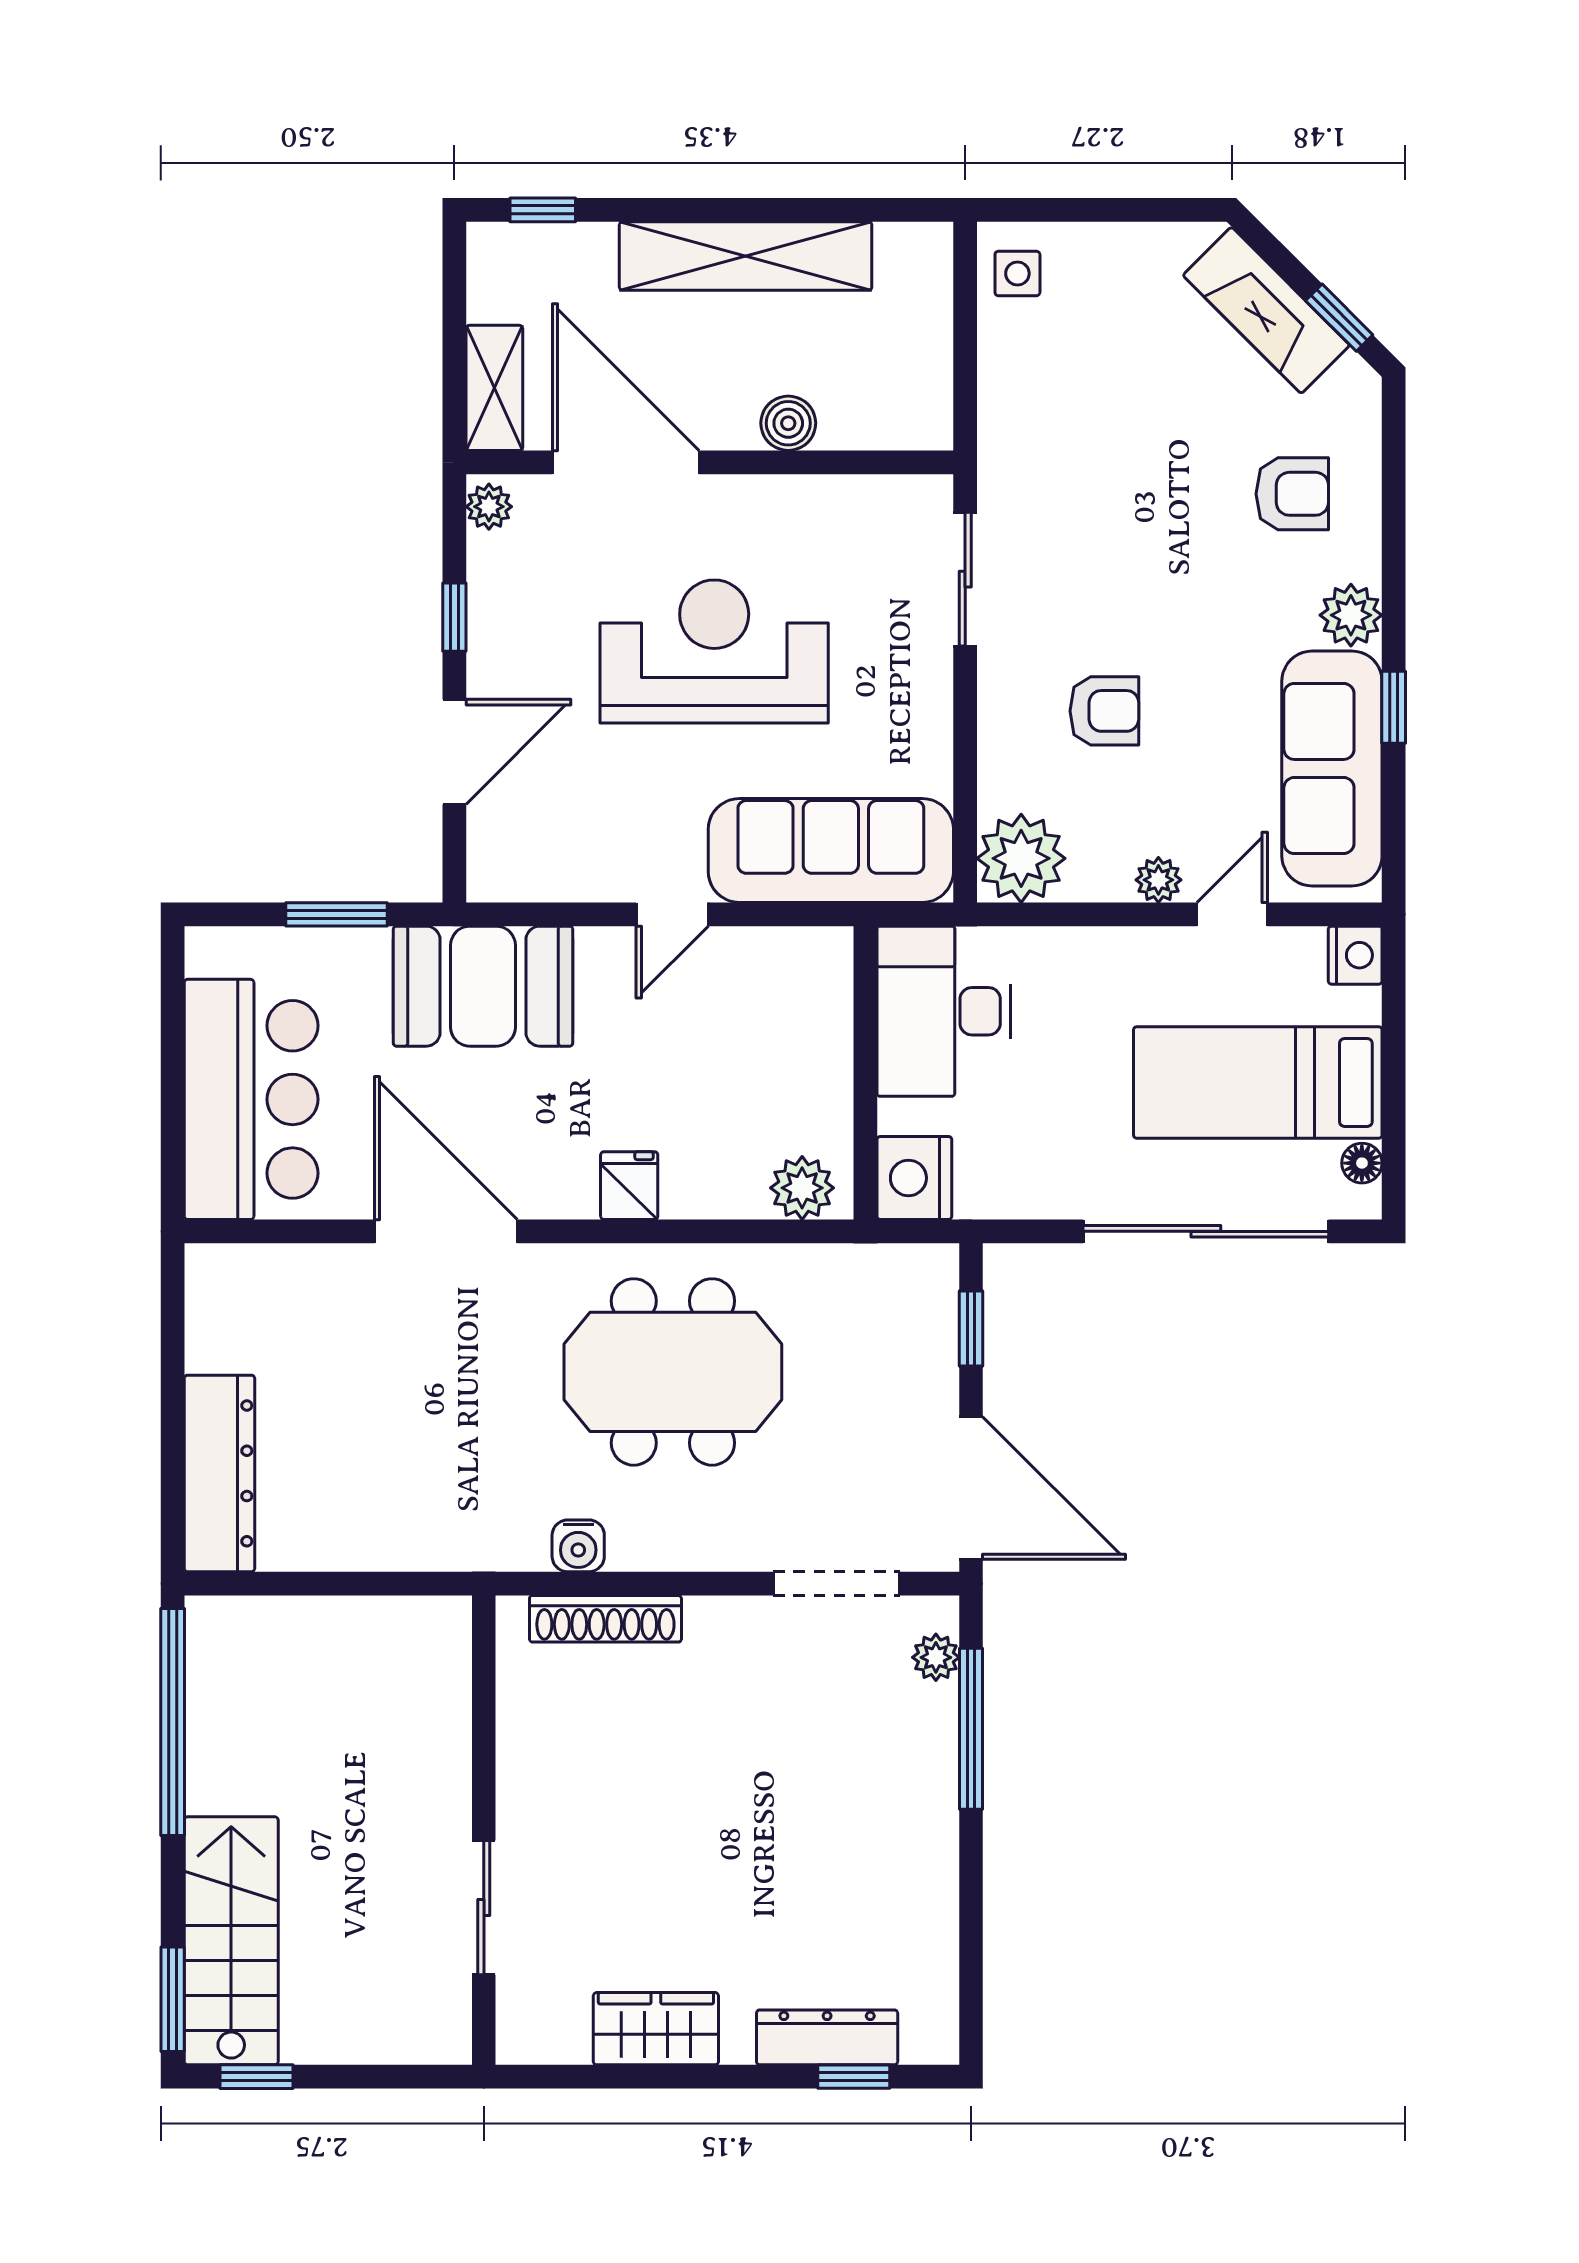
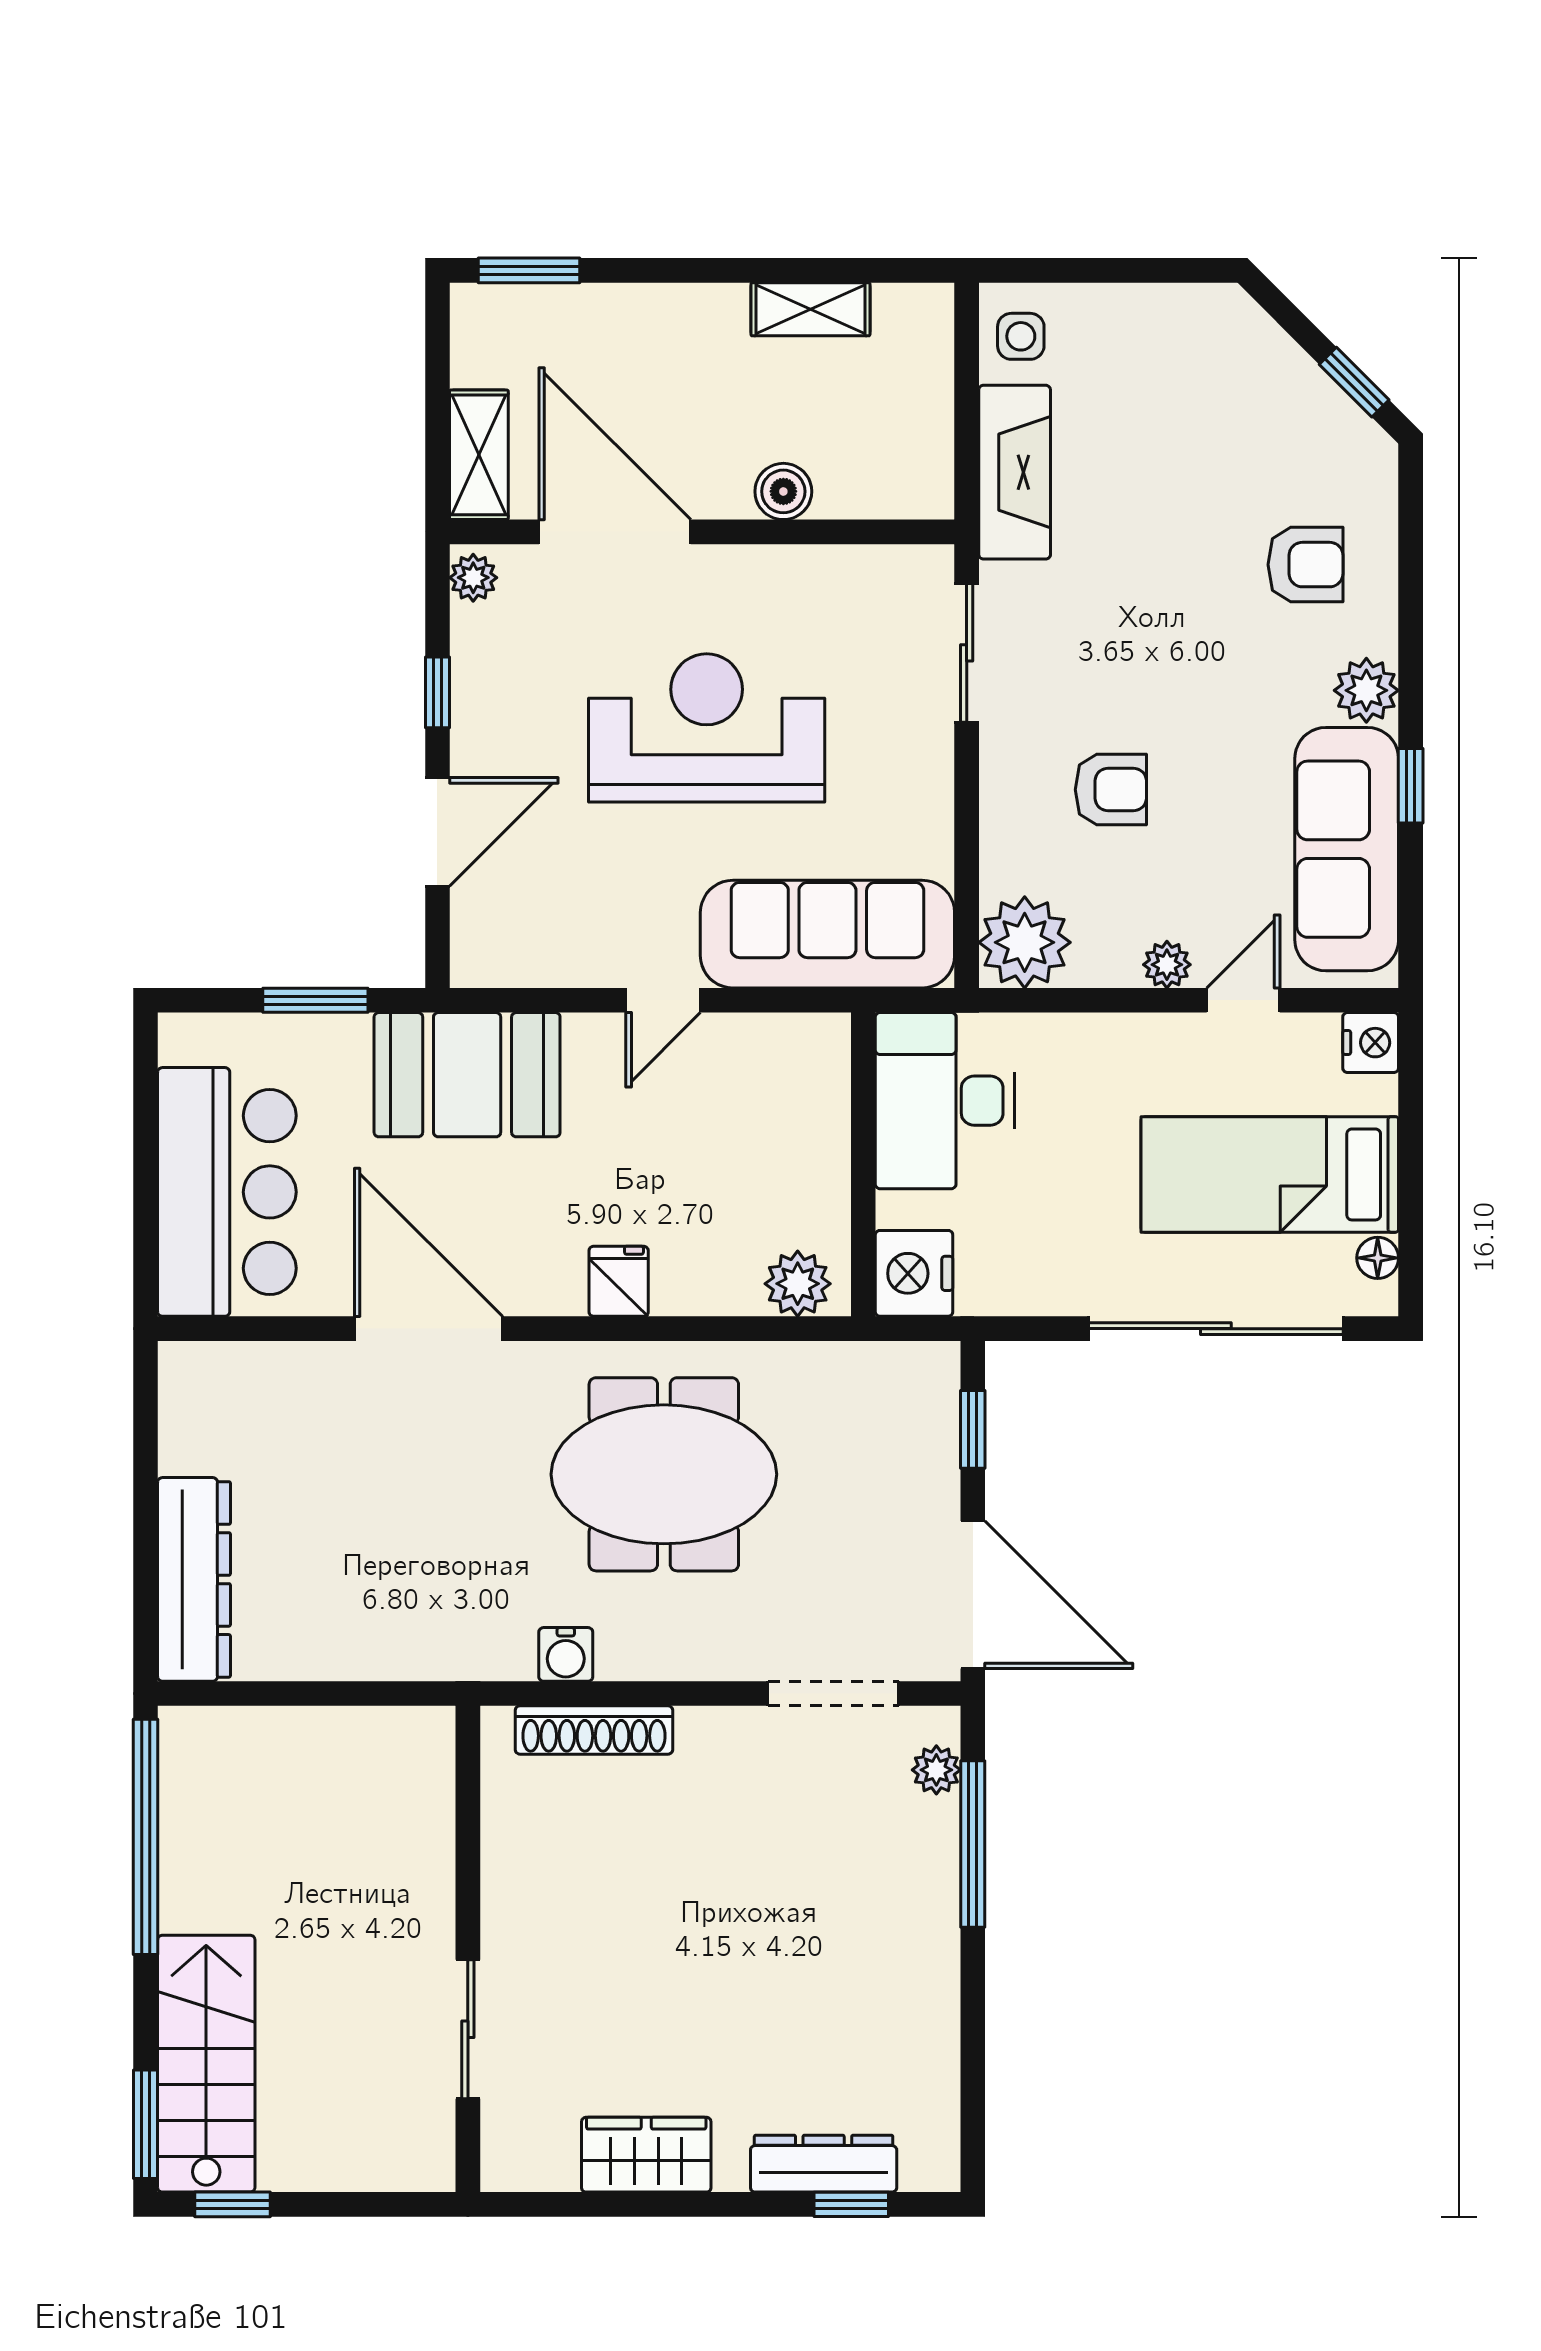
window: (543, 210) -> (529, 270), width x1.50
shelving: (746, 256) -> (810, 309), width x0.45, depth x0.75
fireplace: (1266, 310) -> (1015, 472), moved, turned -135

